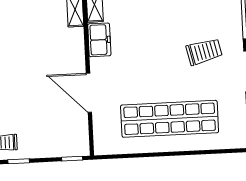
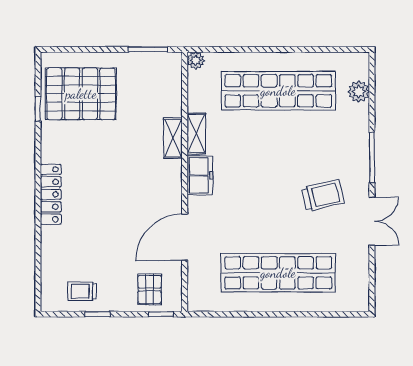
door: (89, 93) -> (185, 237), hinge flipped
pallet: (62, 138) -> (150, 289), added

